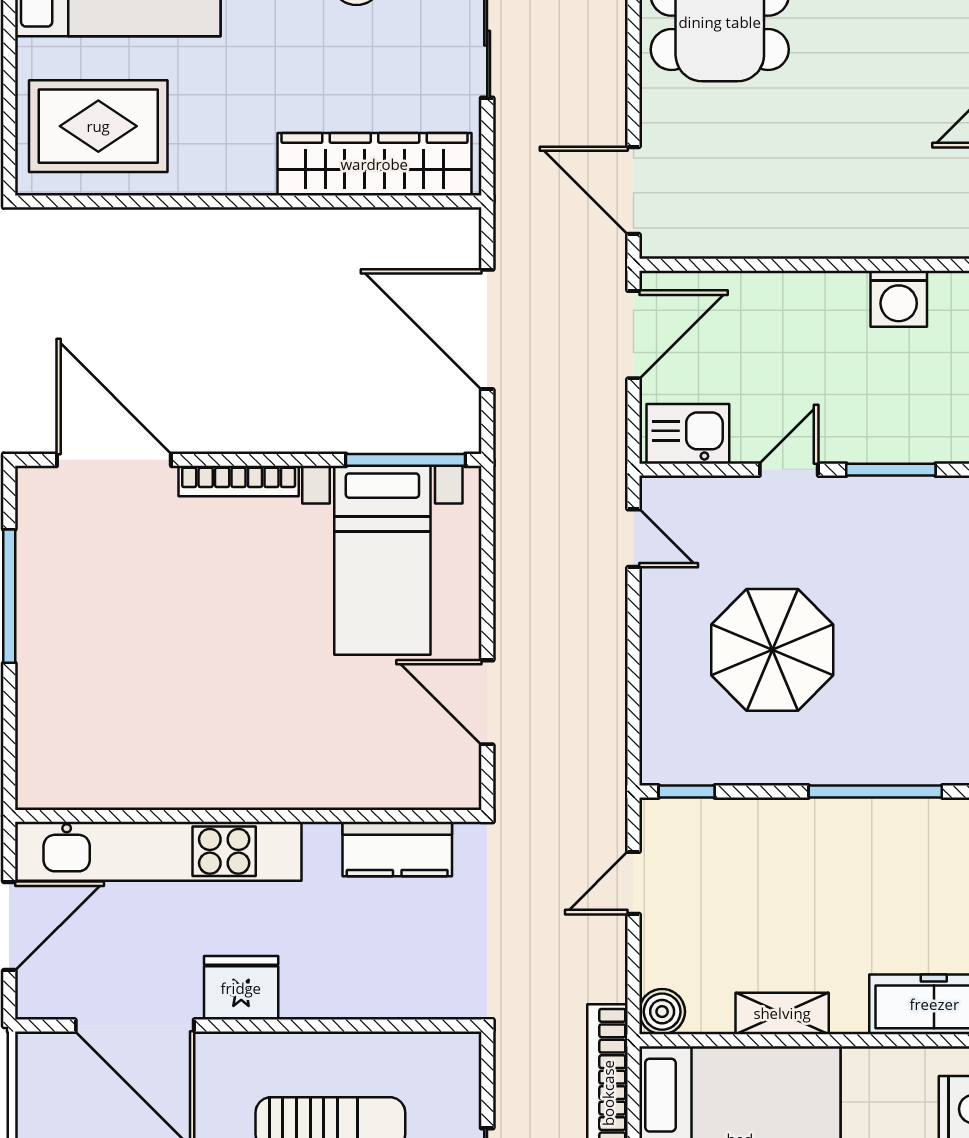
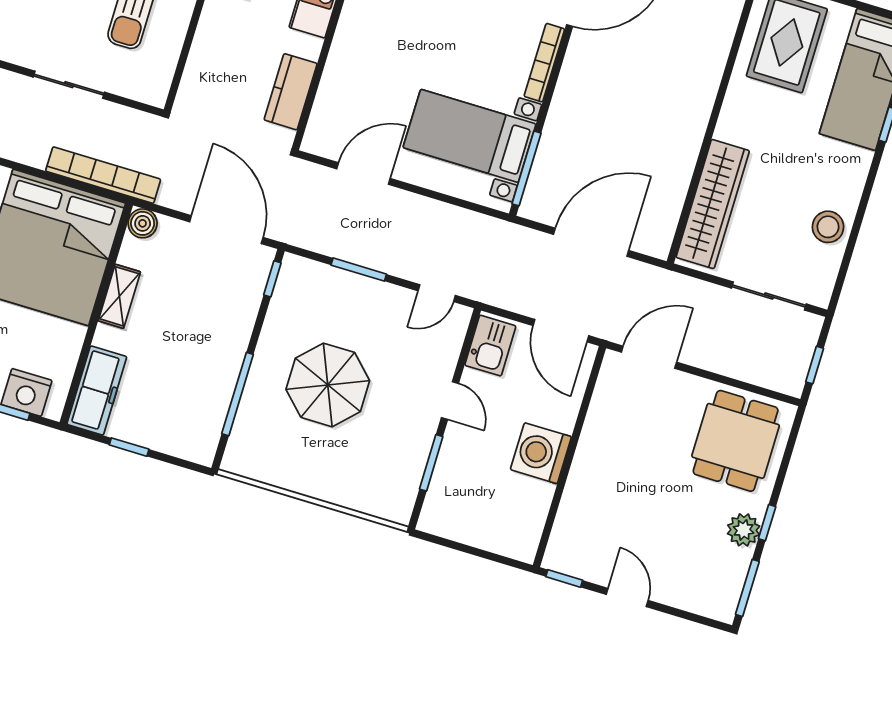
washing machine: (899, 299) -> (541, 453), moved, width x1.37, depth x1.37
parasol: (772, 650) -> (328, 385), moved
window: (633, 666) -> (359, 270), added
door: (633, 883) -> (226, 230), width x1.88

